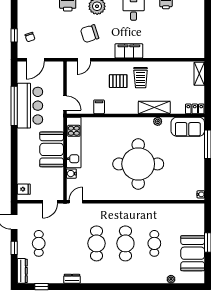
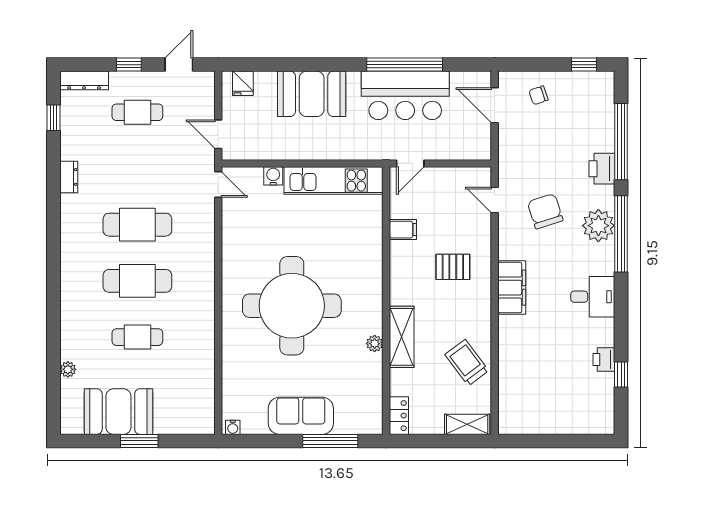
window: (14, 35) -> (584, 65), moved
trolley: (141, 78) -> (467, 363), moved, turned 53
pallet: (118, 81) -> (453, 267), turned 90
sofa: (188, 127) -> (301, 416), moved, turned 90
booth: (52, 149) -> (312, 94), moved

